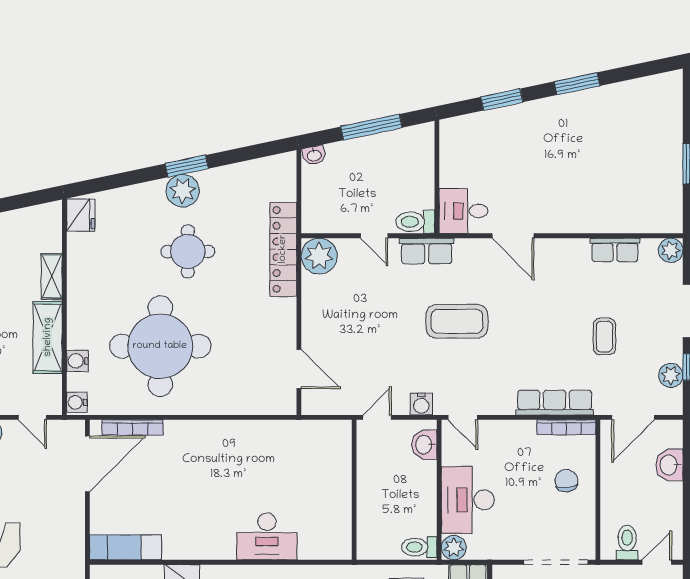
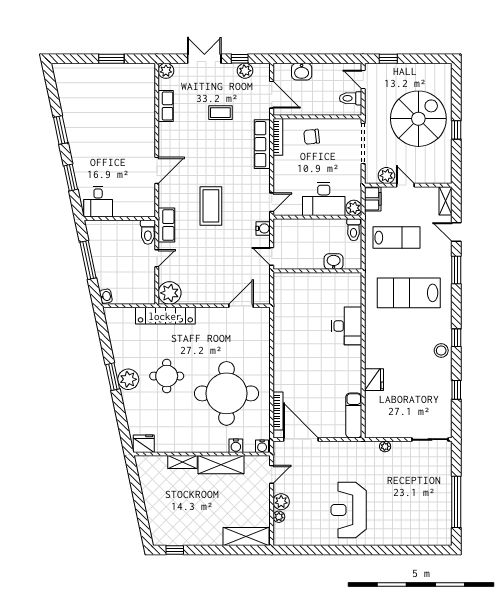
desk: (464, 211) -> (98, 202), moved
washbasin: (424, 445) -> (334, 262), moved, turned 180

